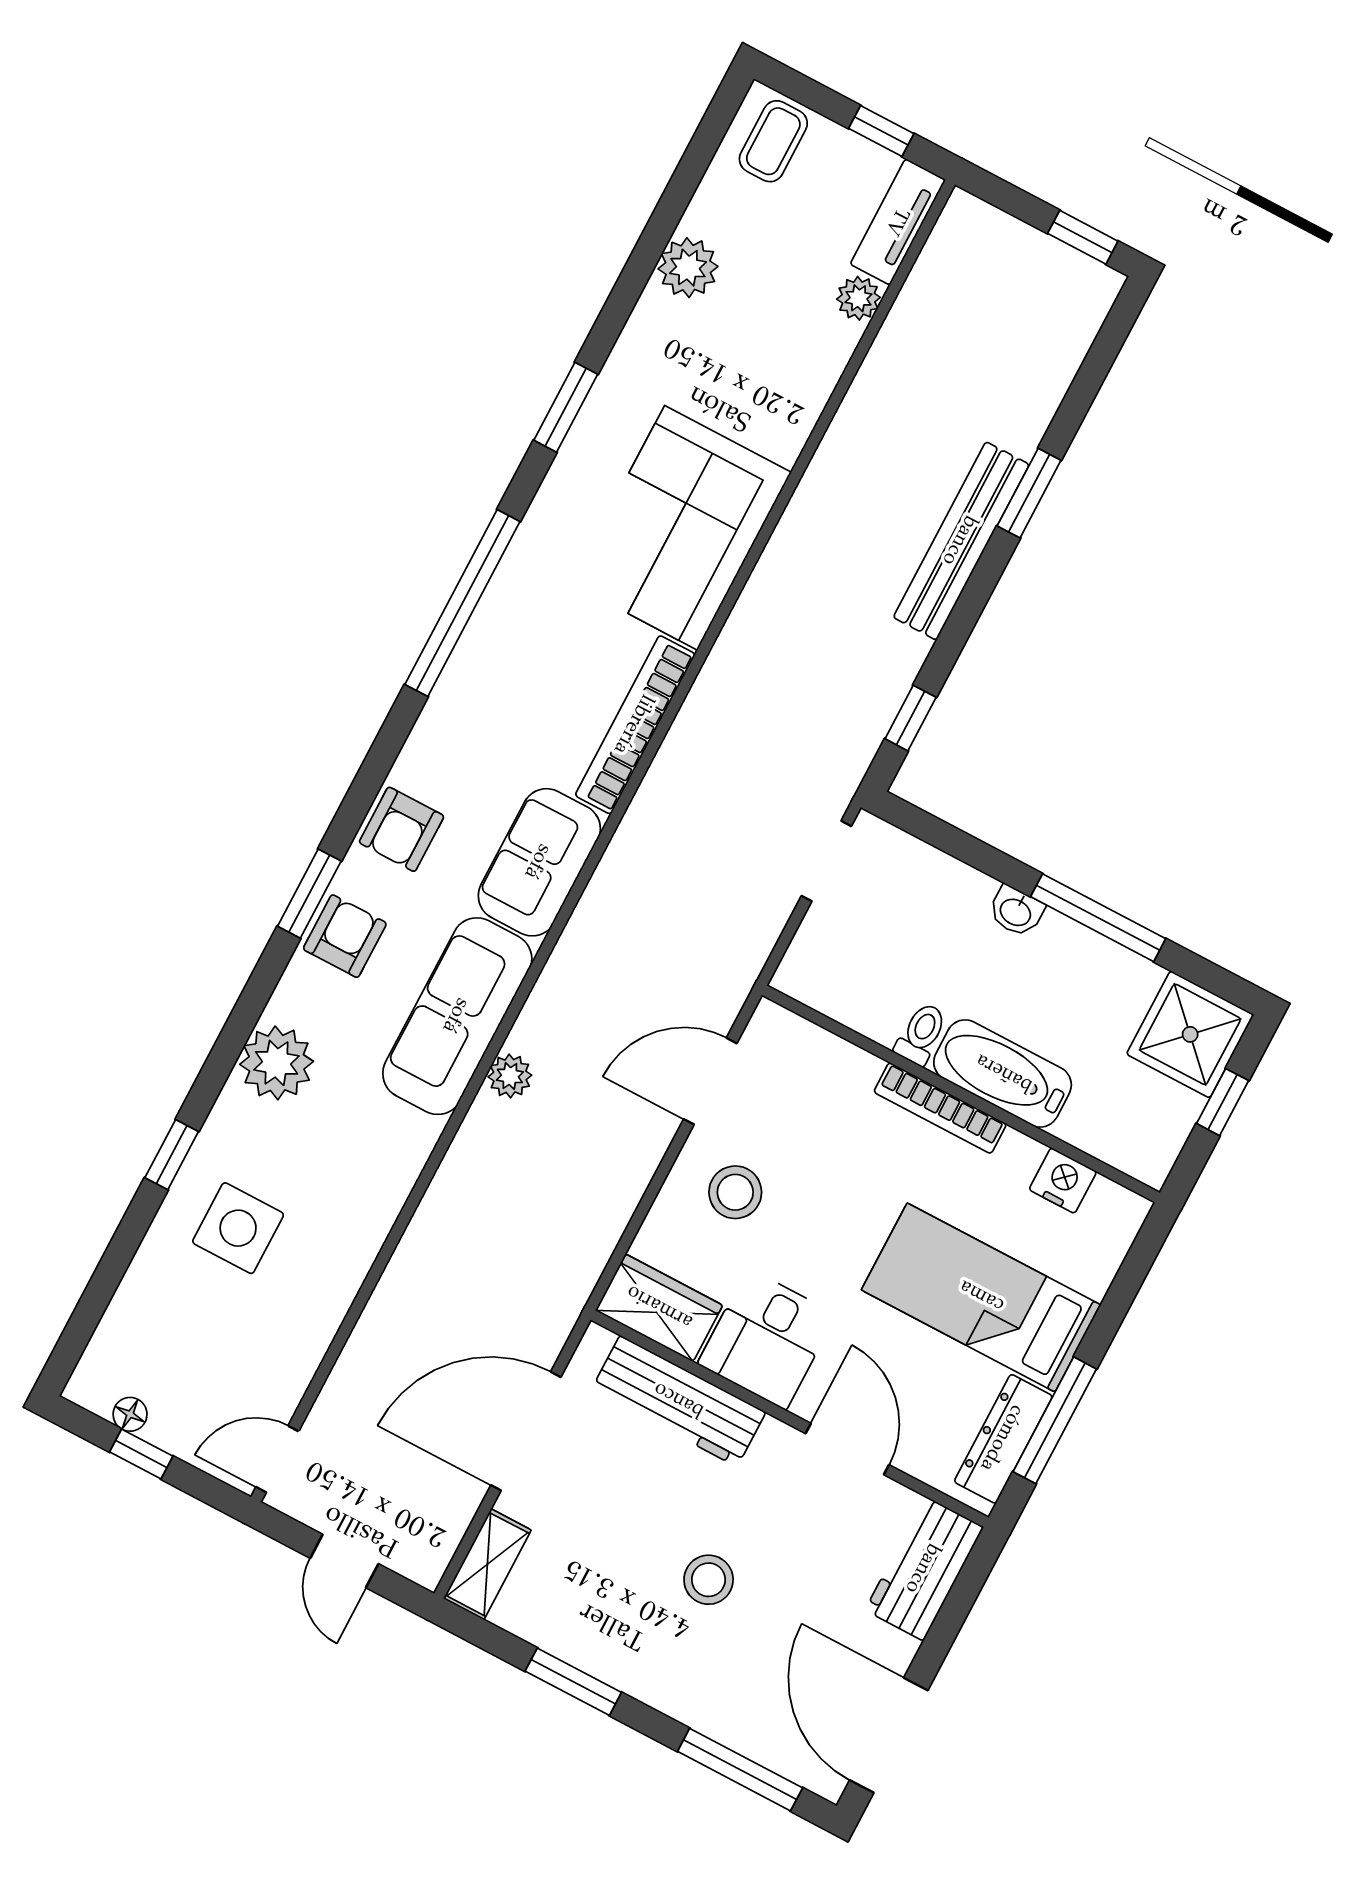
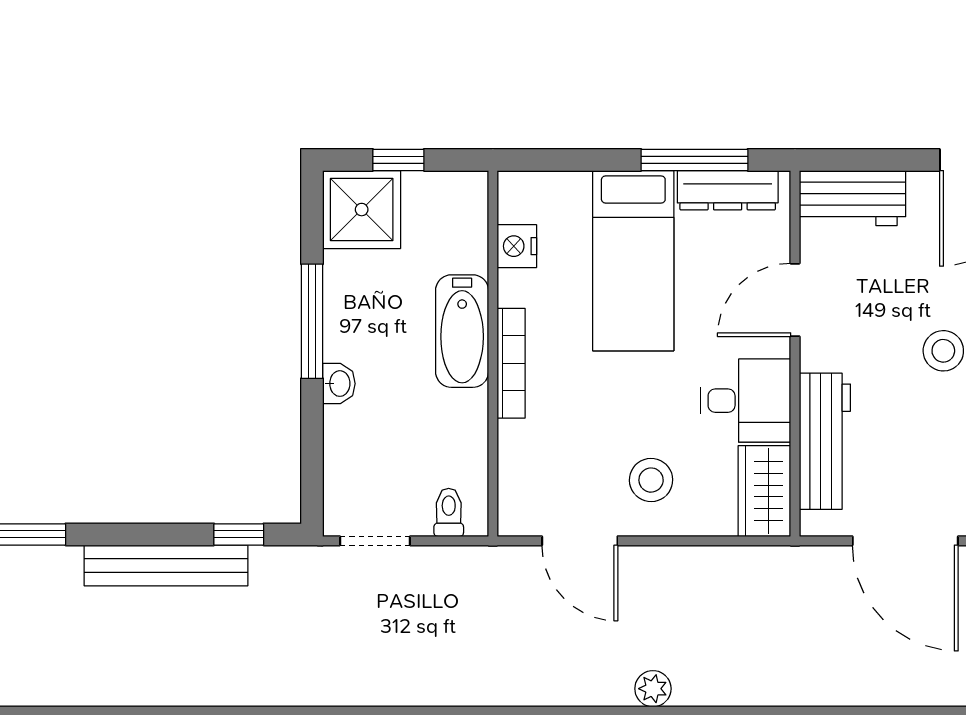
bench: (961, 541) -> (166, 565), moved
toilet: (921, 1034) -> (449, 512), moved, turned 90

